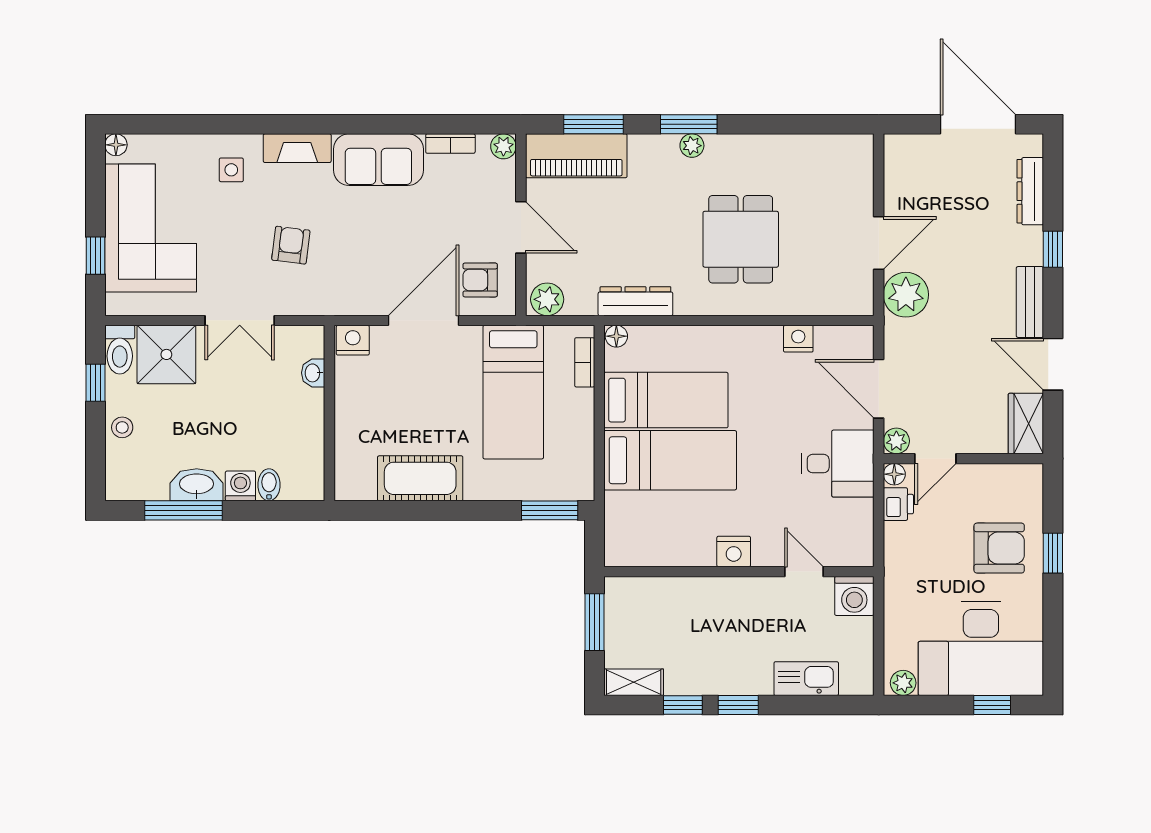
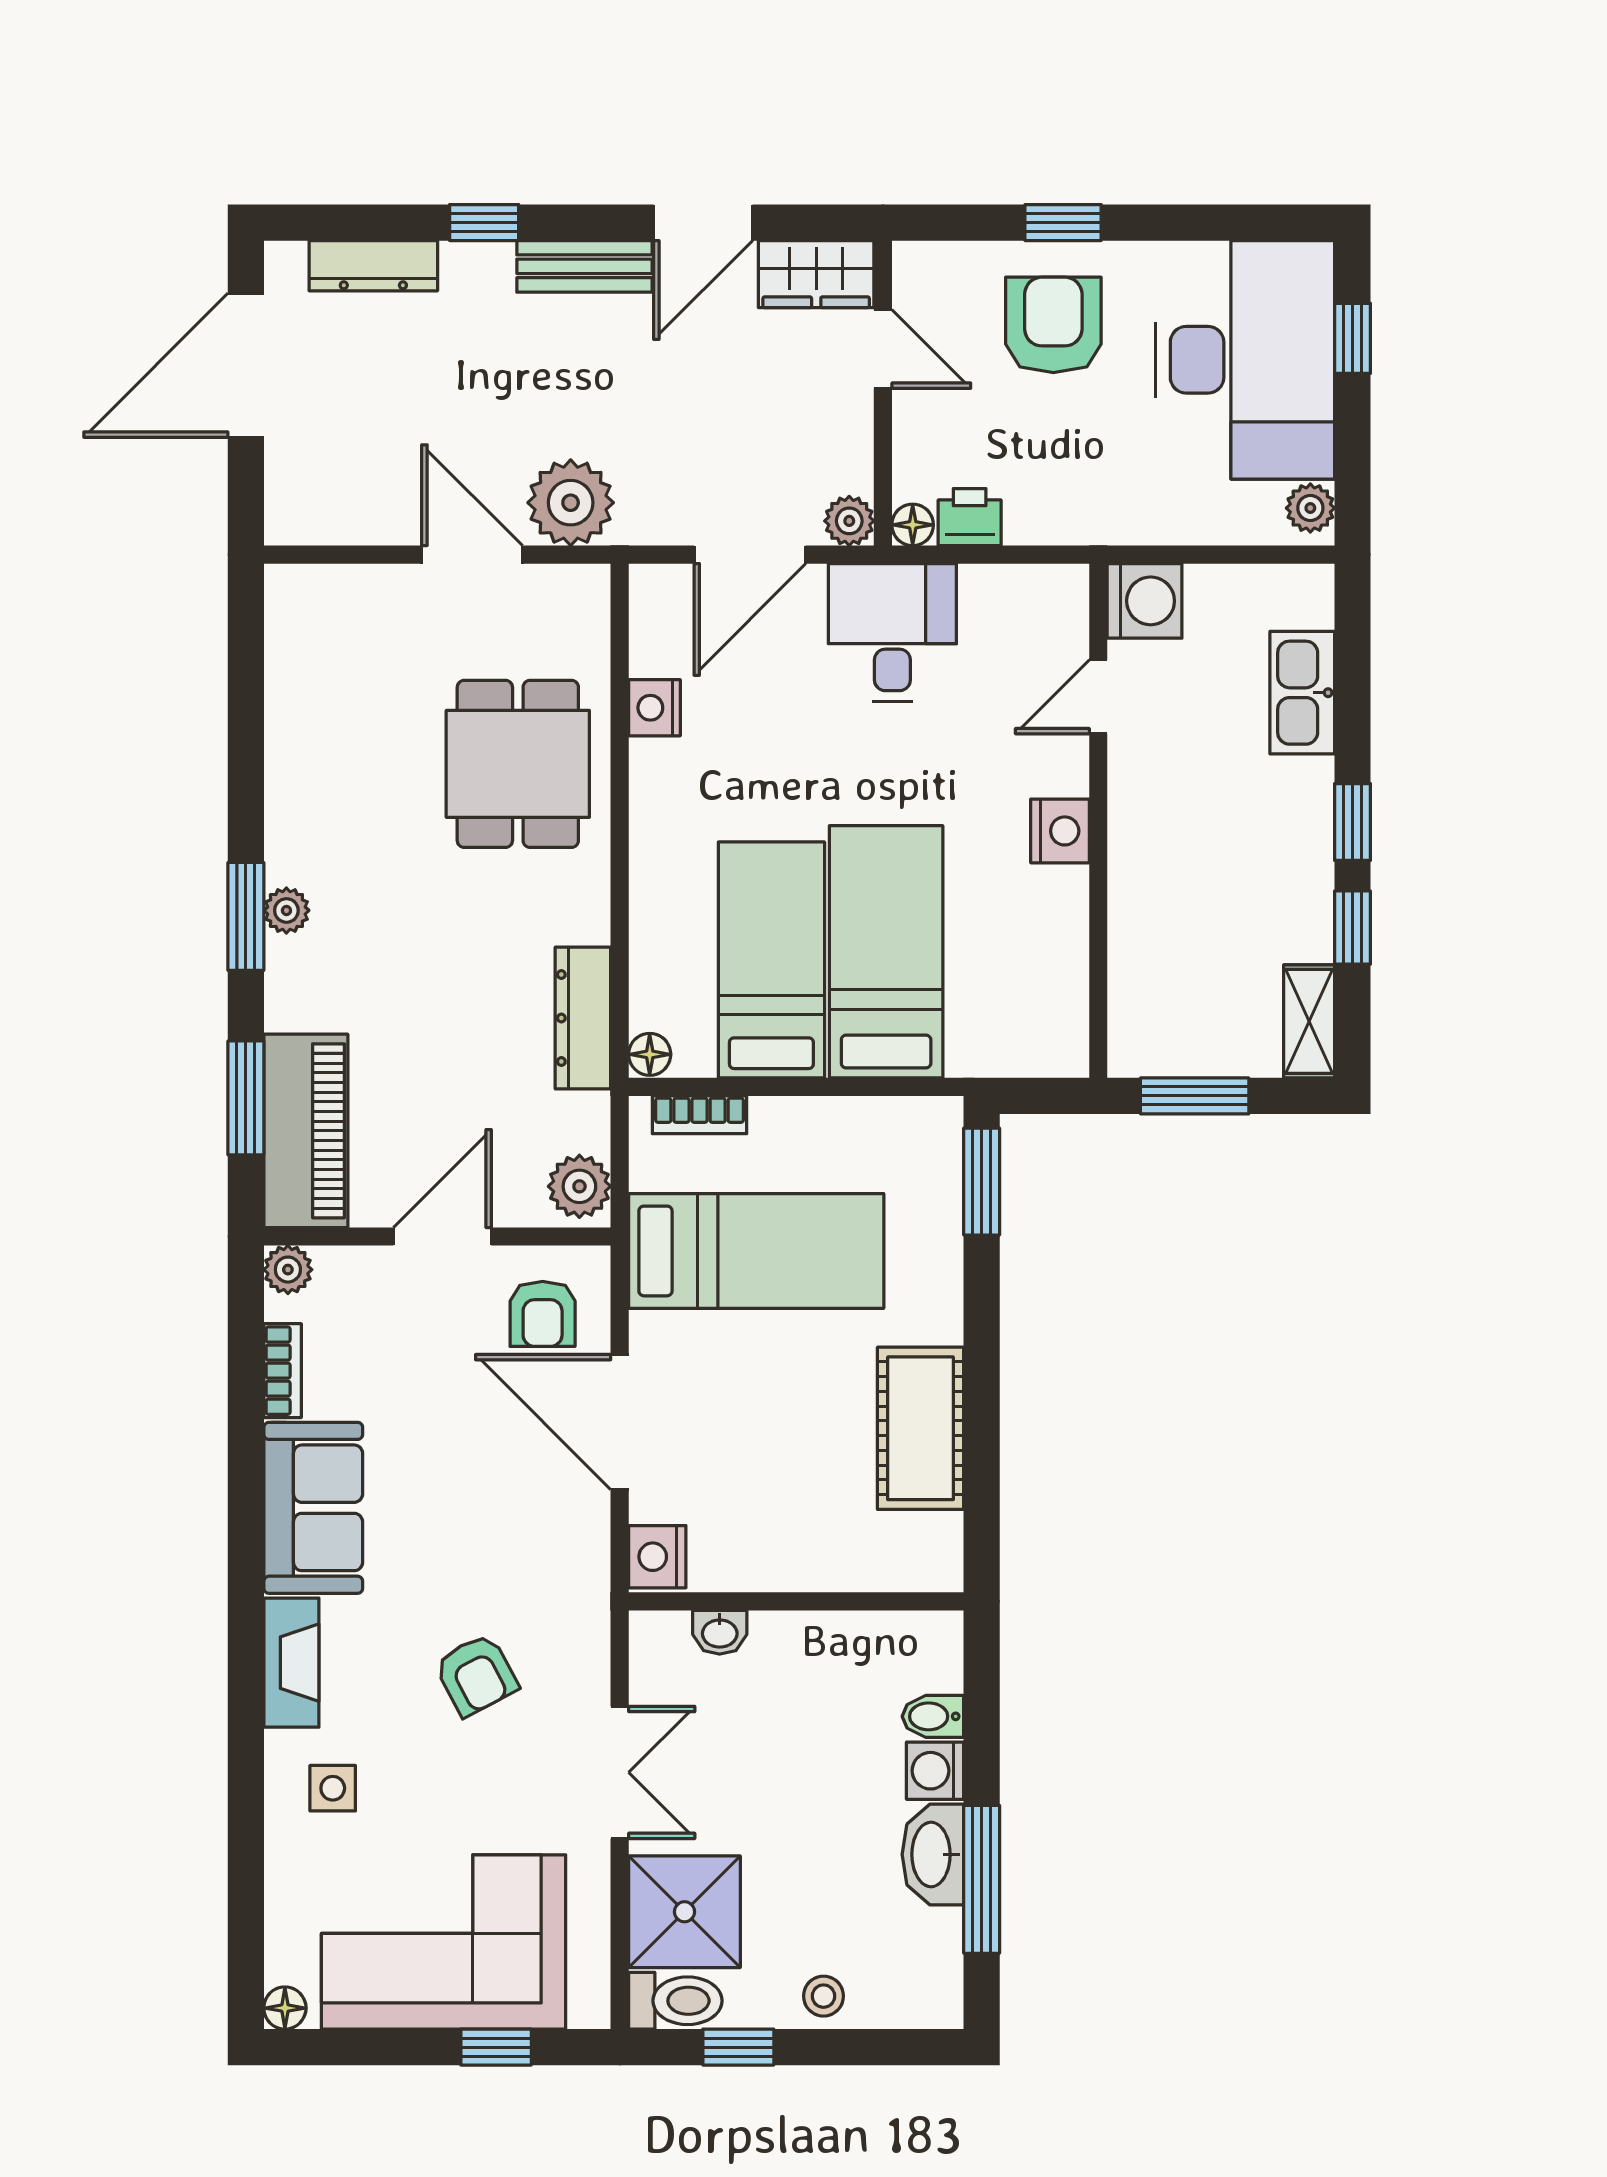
dining table: (741, 239) -> (518, 764), moved, turned 90
armchair: (291, 245) -> (476, 1675), turned -125
door: (935, 459) -> (883, 349), moved

